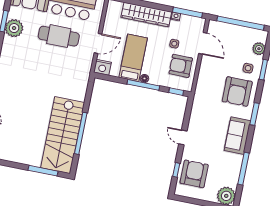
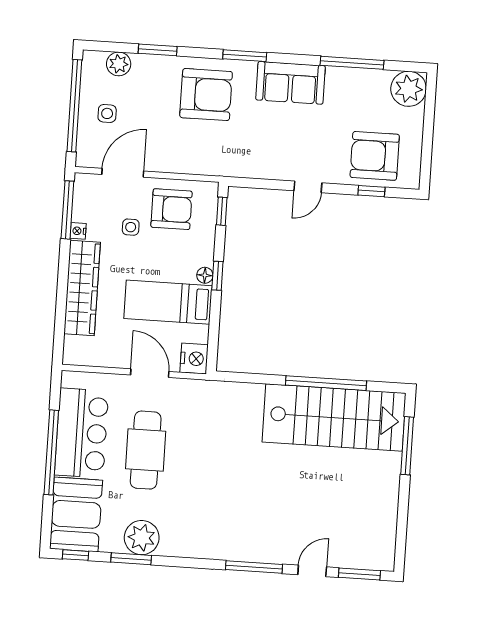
armchair: (181, 66) -> (171, 209), turned -90
side table: (248, 68) -> (107, 113), moved
window: (143, 85) -> (217, 276), width x0.46

